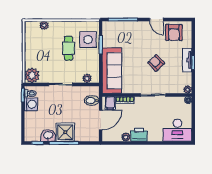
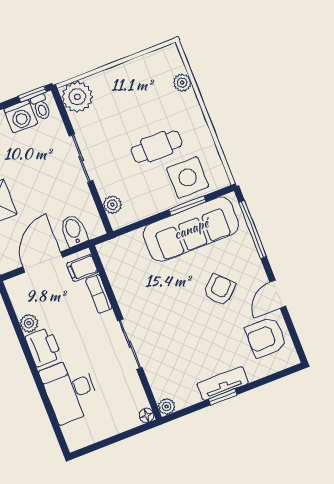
armchair: (156, 63) -> (219, 290), moved
sofa: (112, 71) -> (191, 229), moved
door: (101, 120) -> (43, 262), swing flipped
desk: (177, 130) -> (70, 390), moved

